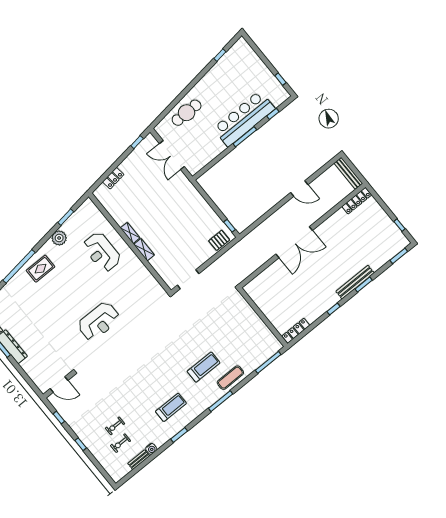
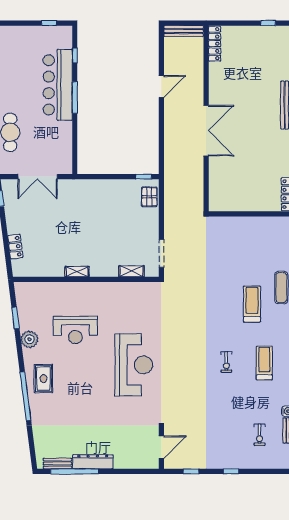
shelving: (144, 250) -> (131, 271), moved
reception desk: (102, 252) -> (75, 330), moved
reception desk: (99, 321) -> (134, 365), width x1.36, depth x1.30
exercise bike: (115, 426) -> (226, 362), moved

